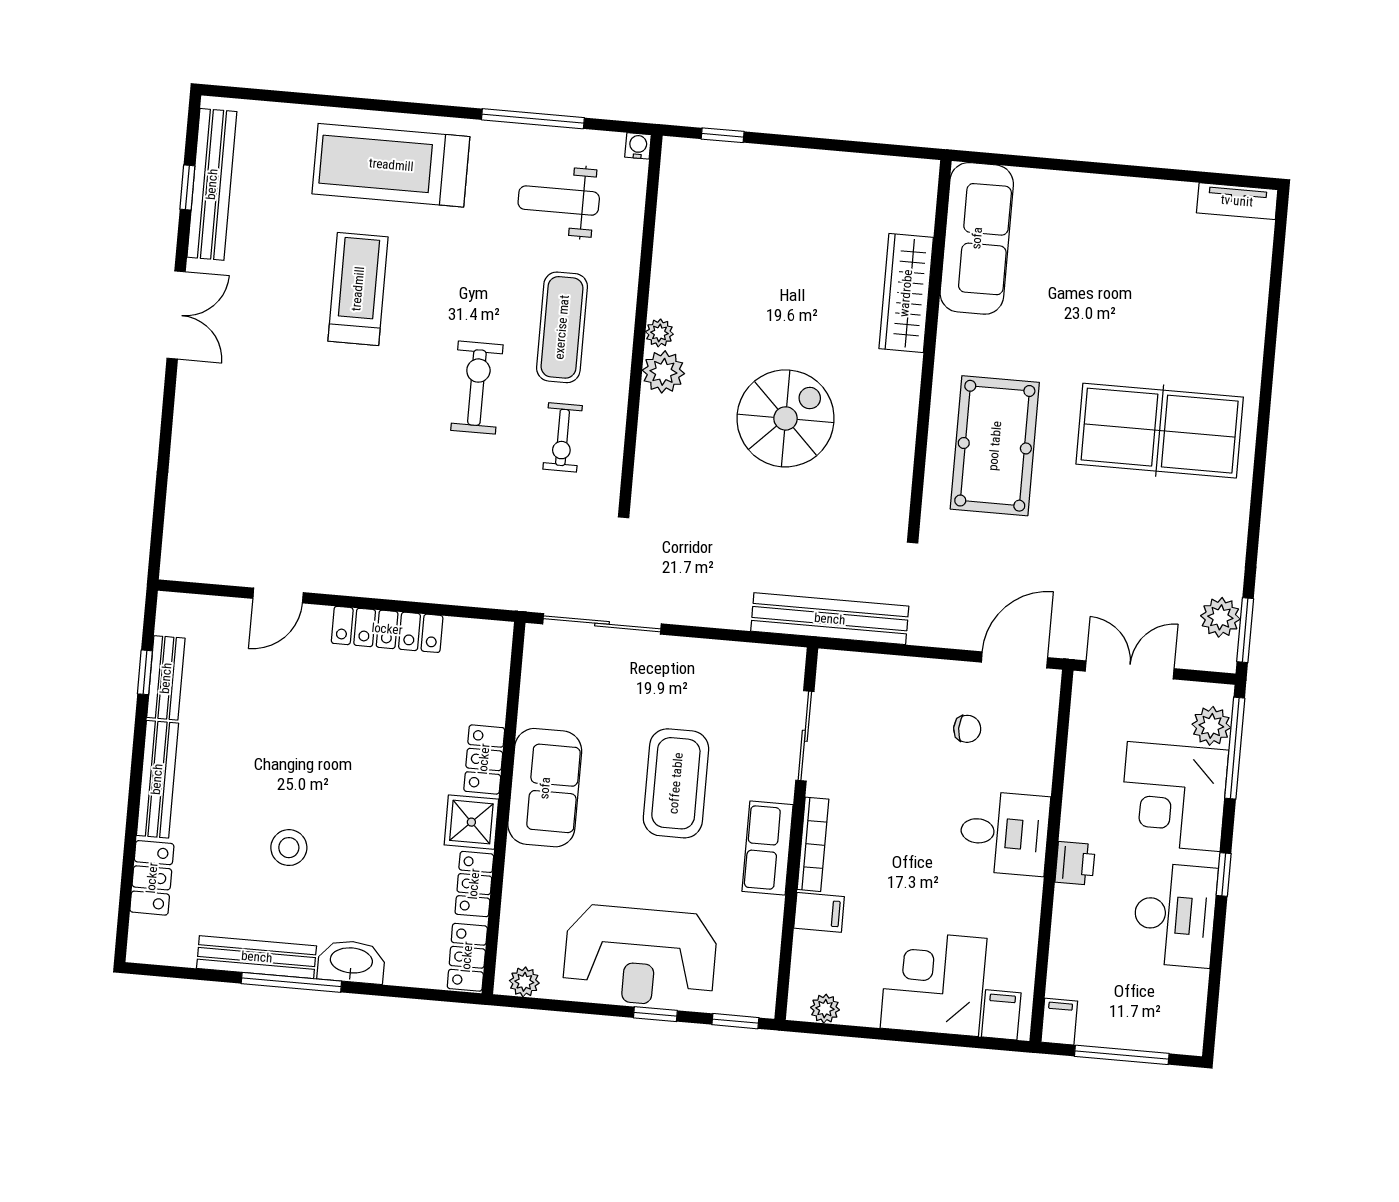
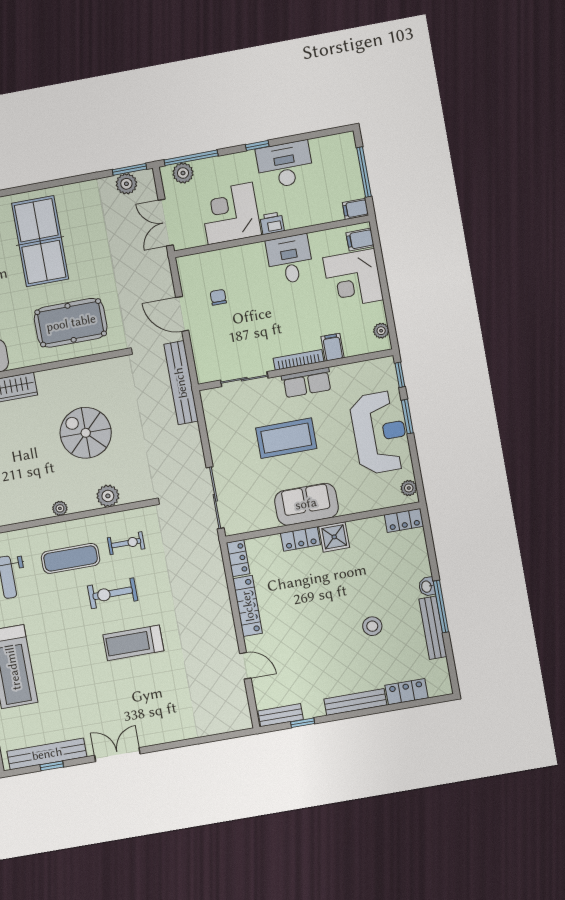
treadmill: (358, 289) -> (133, 643), moved
plant: (663, 372) -> (108, 496), moved
door: (1014, 660) -> (182, 314), moved
bench: (166, 678) -> (281, 715), moved
corner desk: (1174, 796) -> (230, 213), moved, turned 180
desk: (1004, 833) -> (290, 259), moved
locker: (474, 884) -> (238, 558), moved, turned -90
washbasin: (351, 962) -> (427, 587), width x0.52, depth x0.69
window: (655, 1014) -> (407, 417), width x1.50

